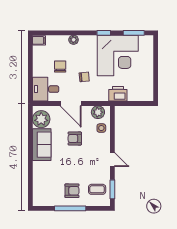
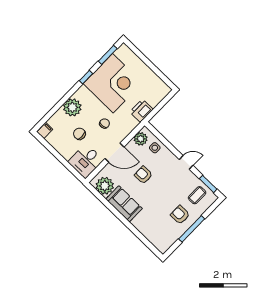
plant: (74, 40) -> (72, 107), width x1.88, depth x1.88
armchair: (75, 138) -> (143, 175), turned 90
armchair: (72, 191) -> (180, 215), turned -90

